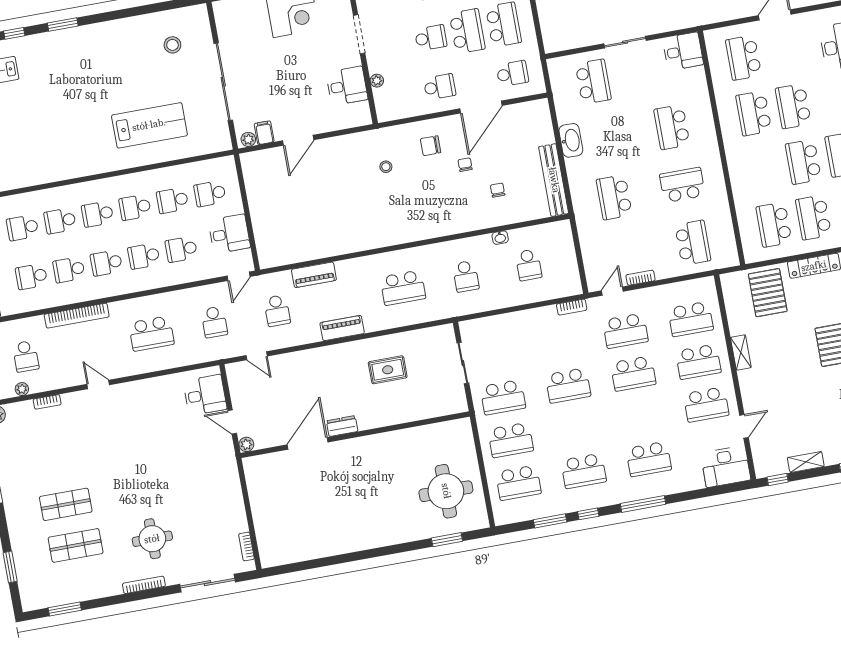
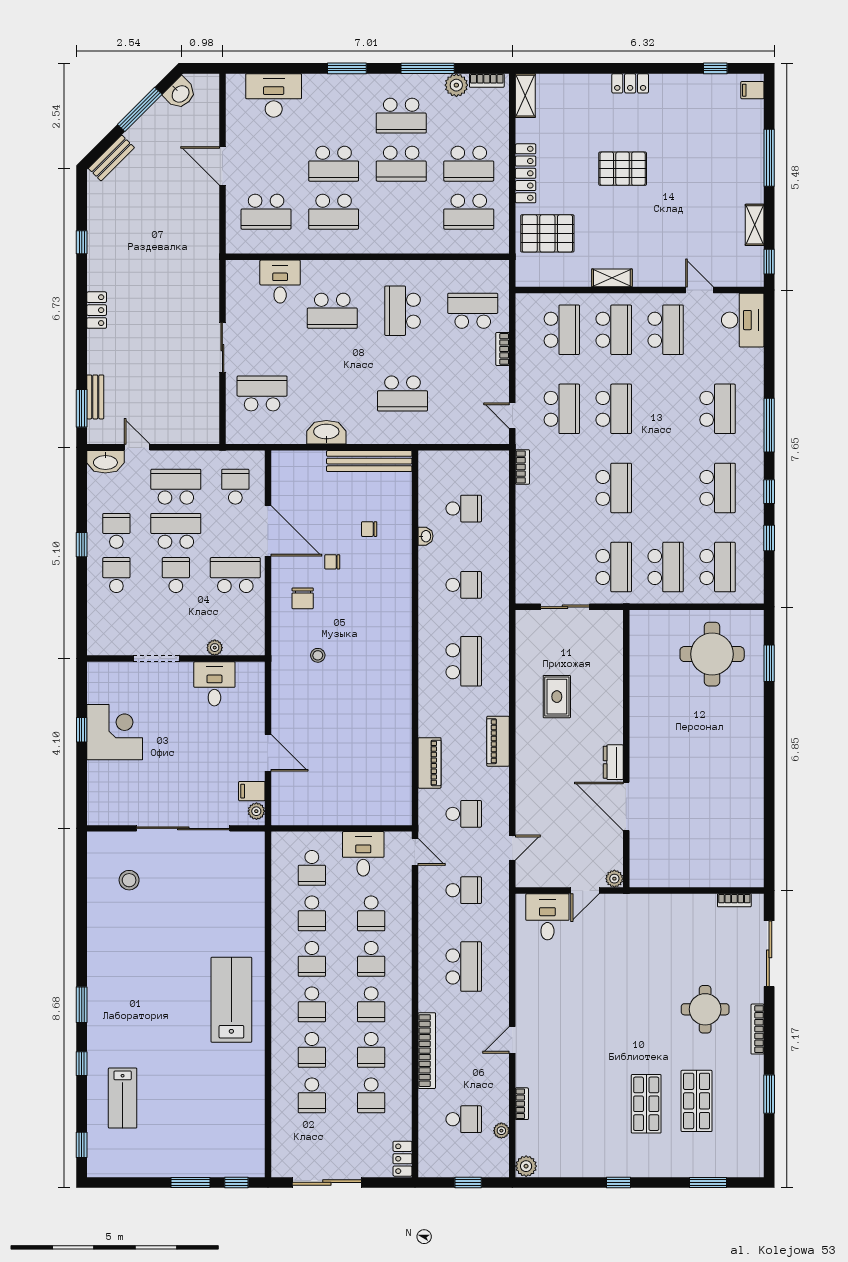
desk: (683, 51) -> (280, 282), moved
school desk: (440, 87) -> (235, 575), width x1.85
lab bench: (149, 125) -> (231, 1000), moved
bookcase: (641, 278) -> (503, 349), moved
window: (550, 521) -> (769, 538), width x0.67
window: (65, 609) -> (769, 1094), moved

